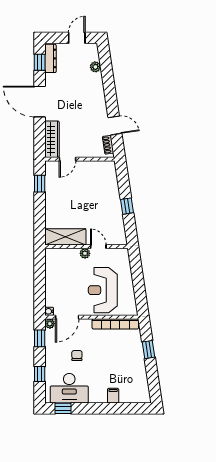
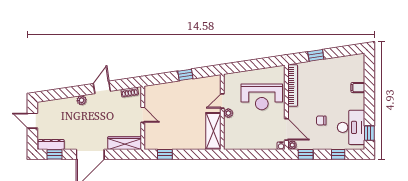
plant: (95, 67) -> (82, 100), moved
door: (115, 125) -> (102, 87), moved
door: (67, 159) -> (143, 115), moved

